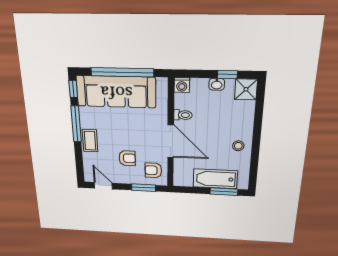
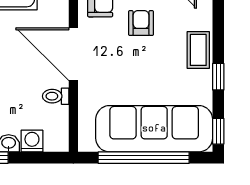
washing machine: (182, 85) -> (32, 141), moved
window: (76, 124) -> (218, 77), width x0.46
armchair: (127, 158) -> (141, 23), turned 90

